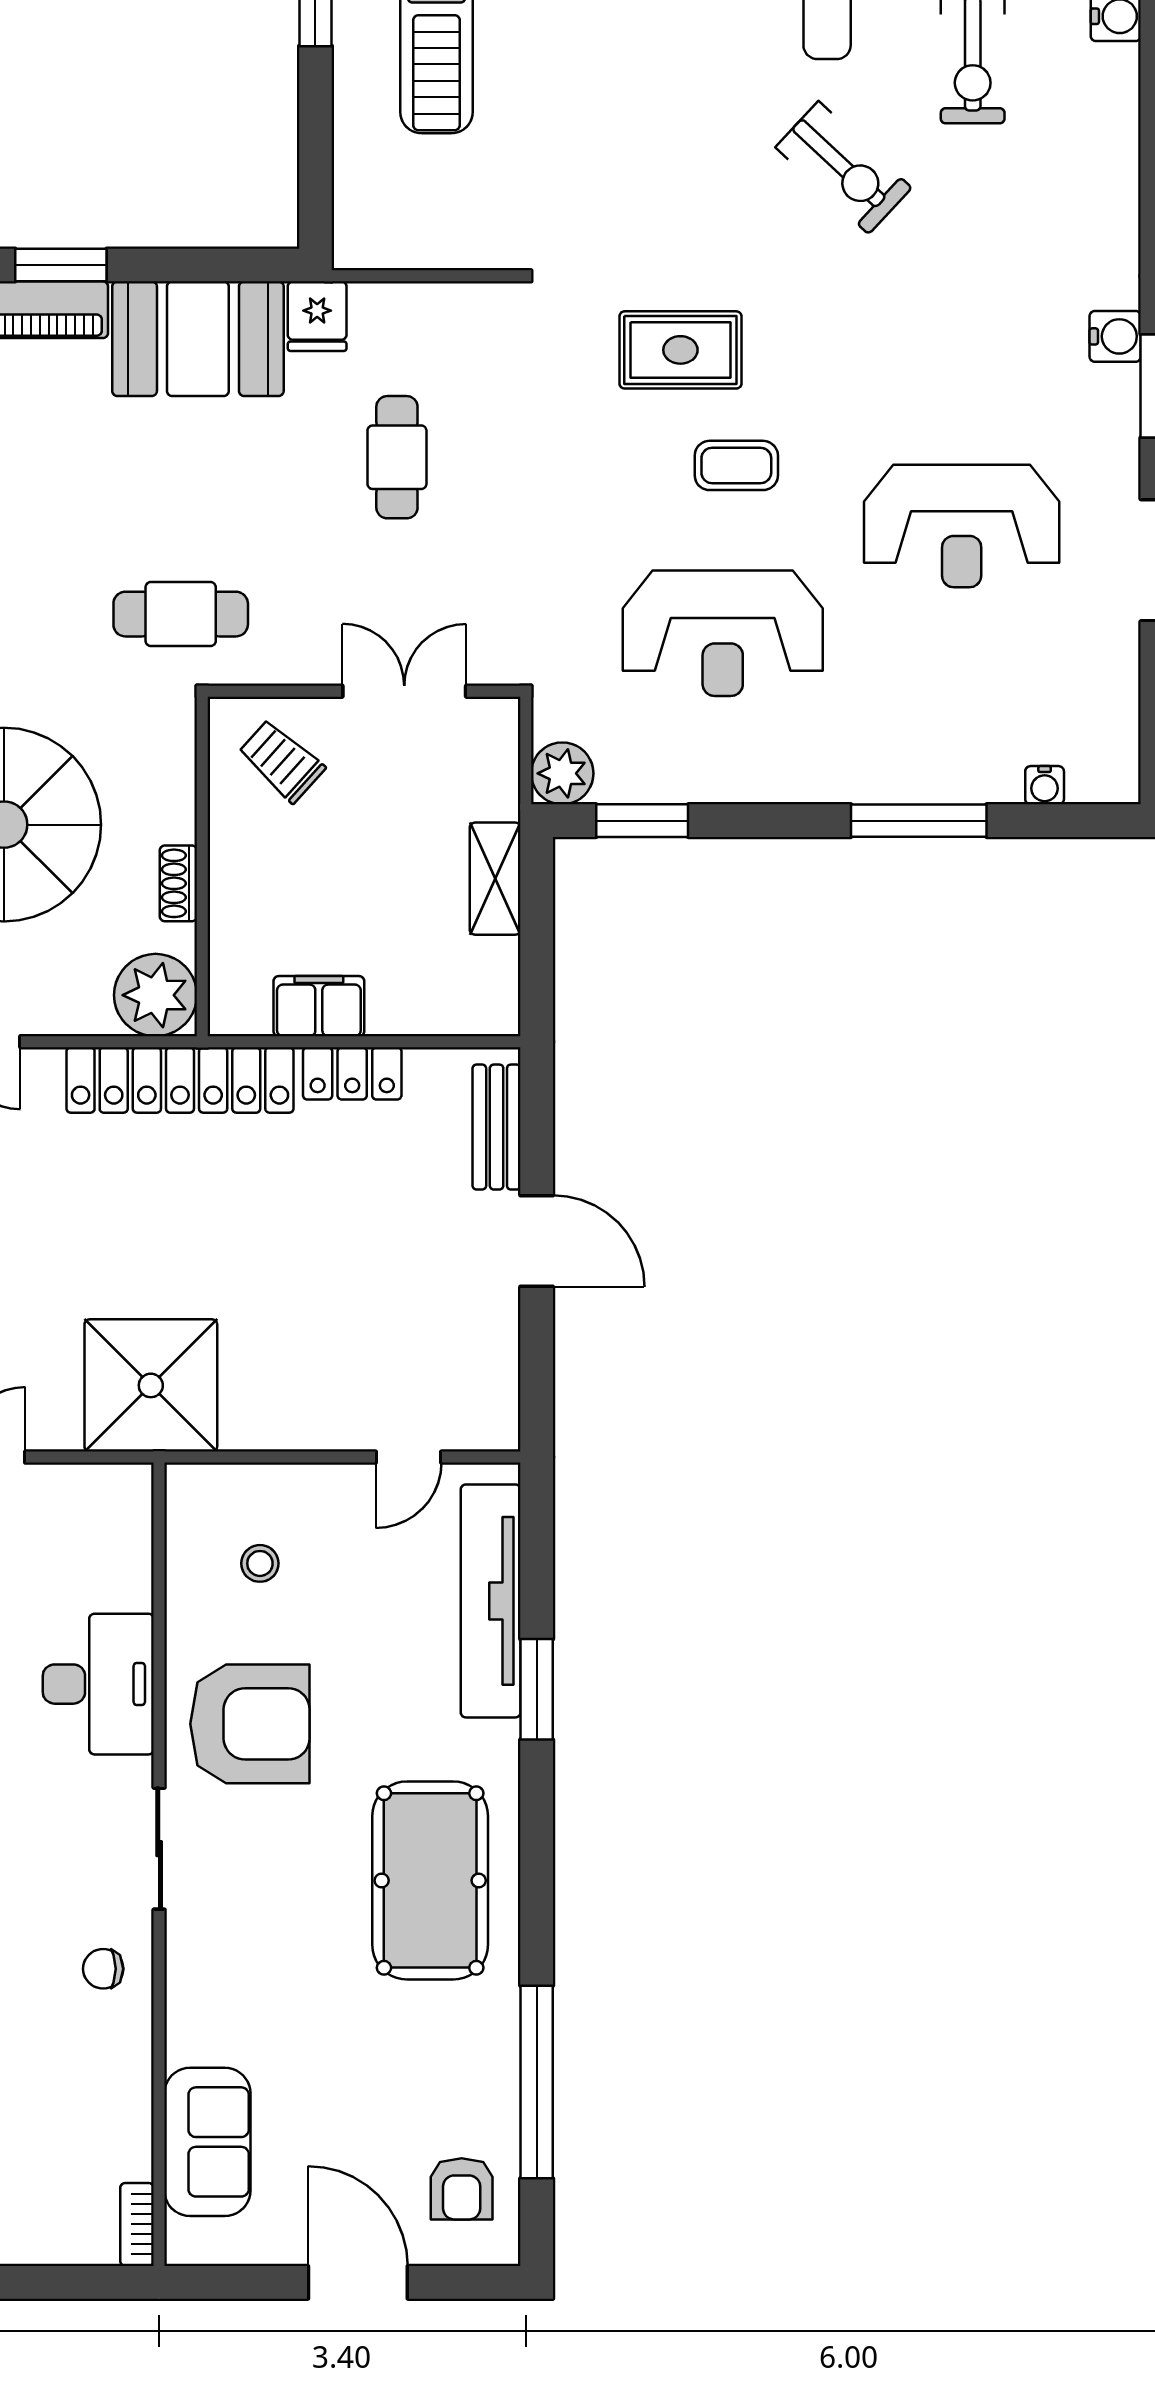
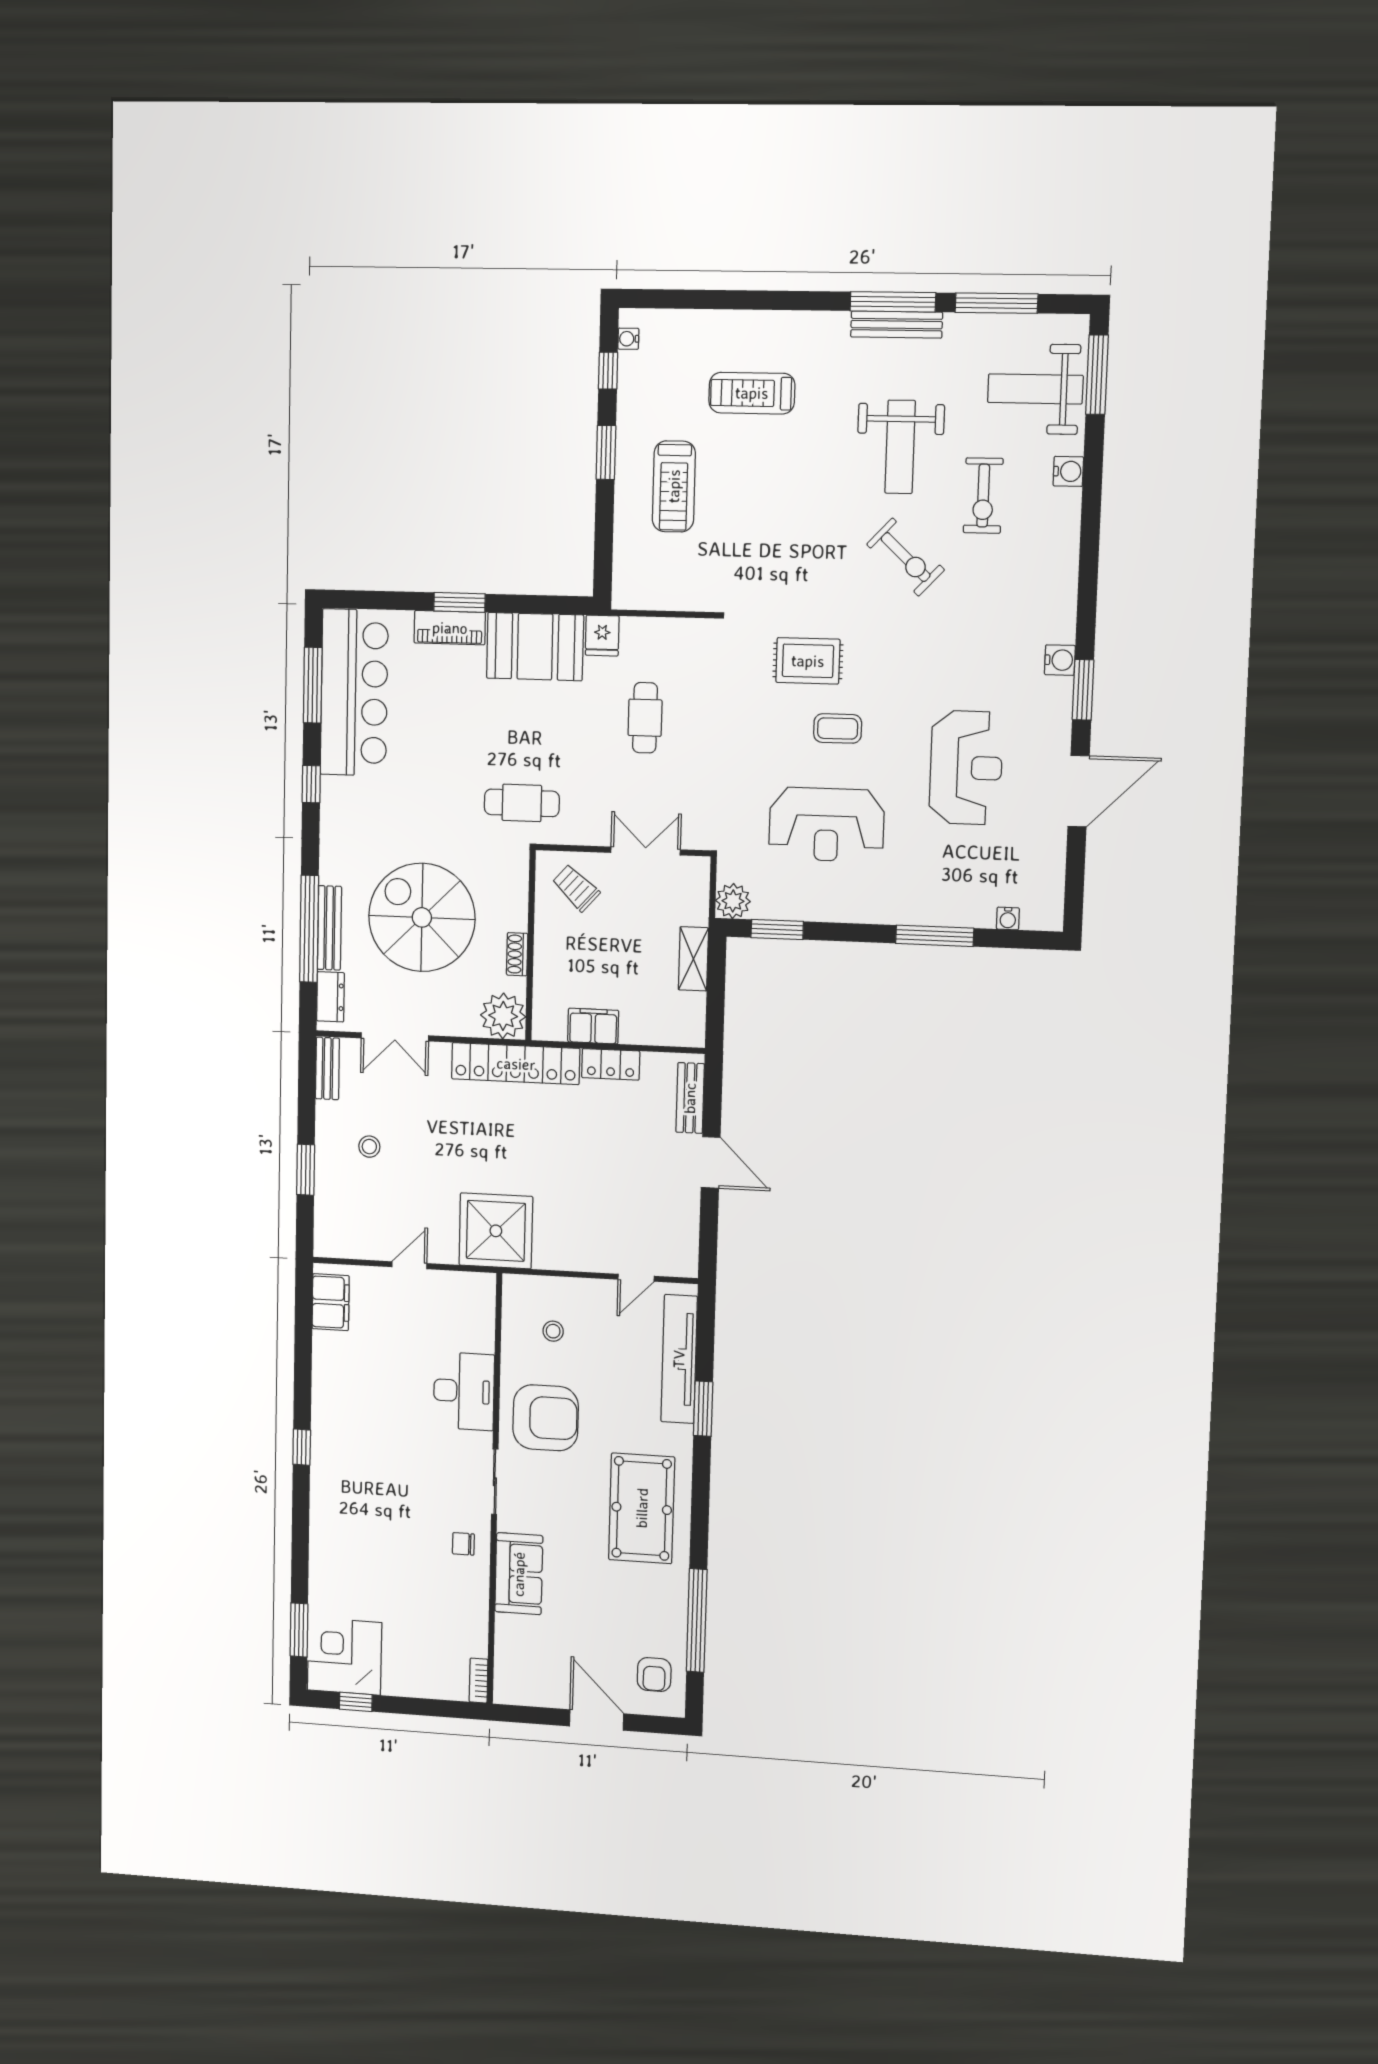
reception desk: (962, 526) -> (966, 768), turned -90
sofa: (207, 2142) -> (519, 1574), moved

